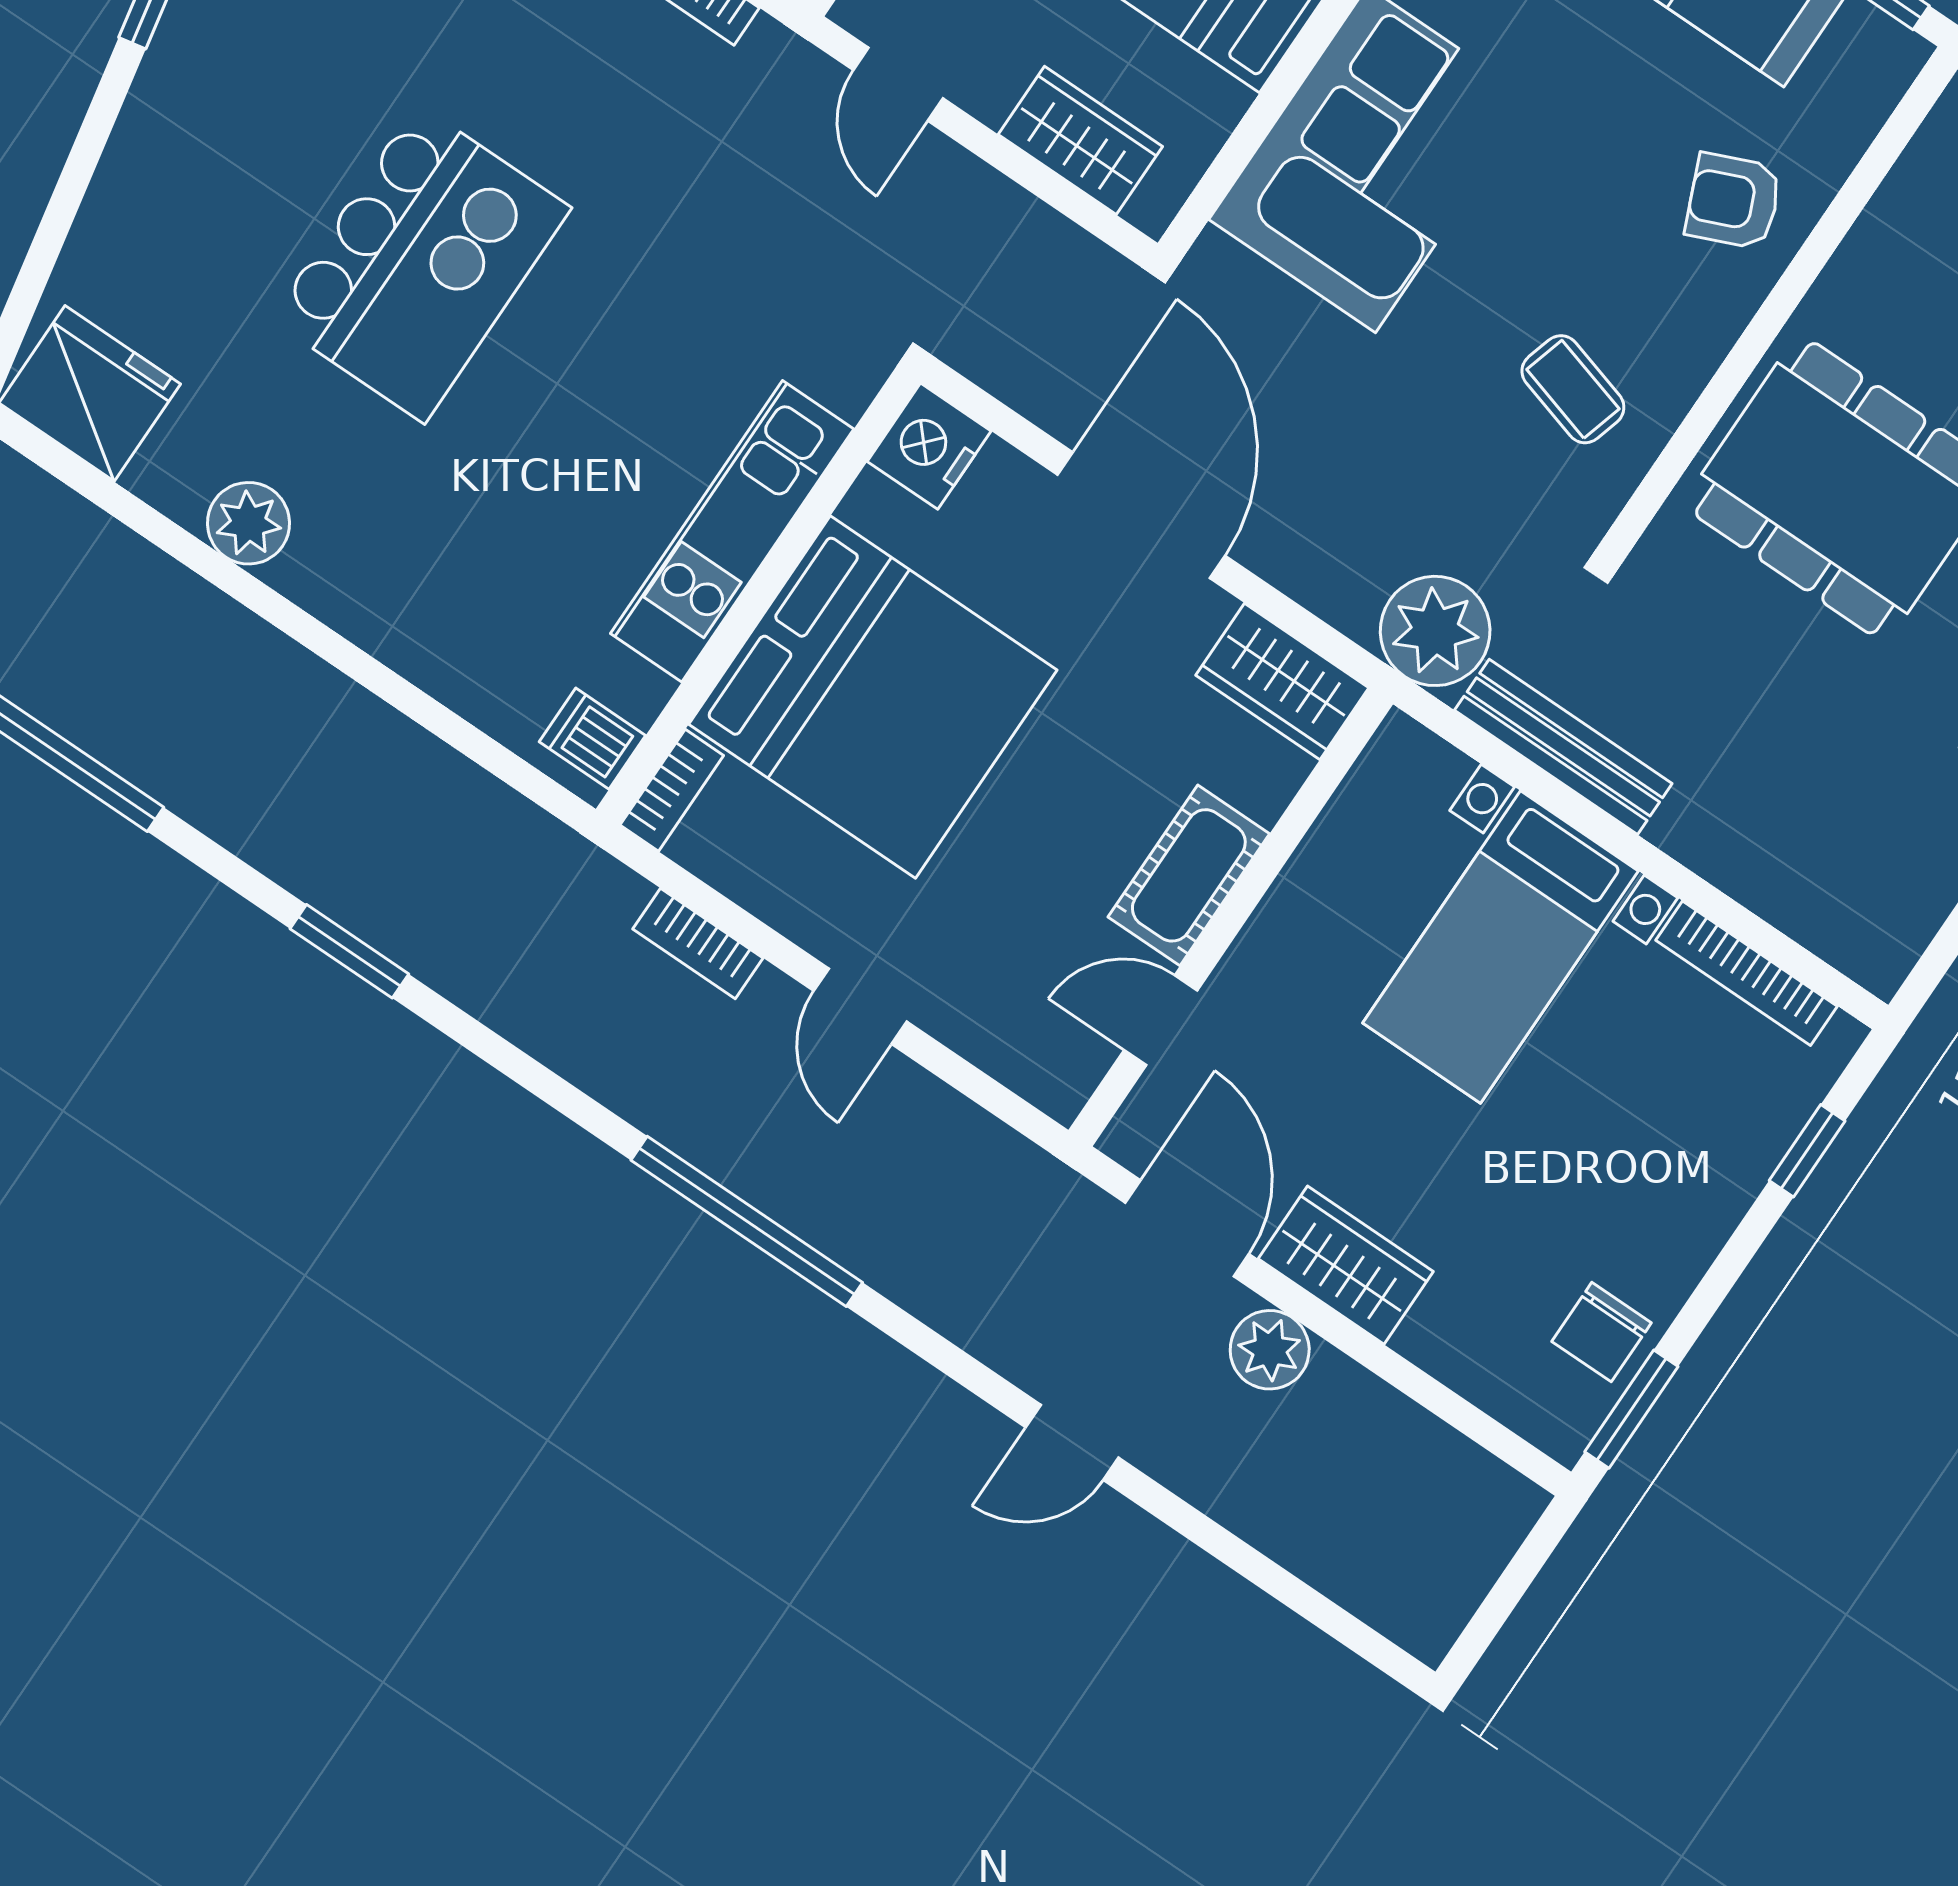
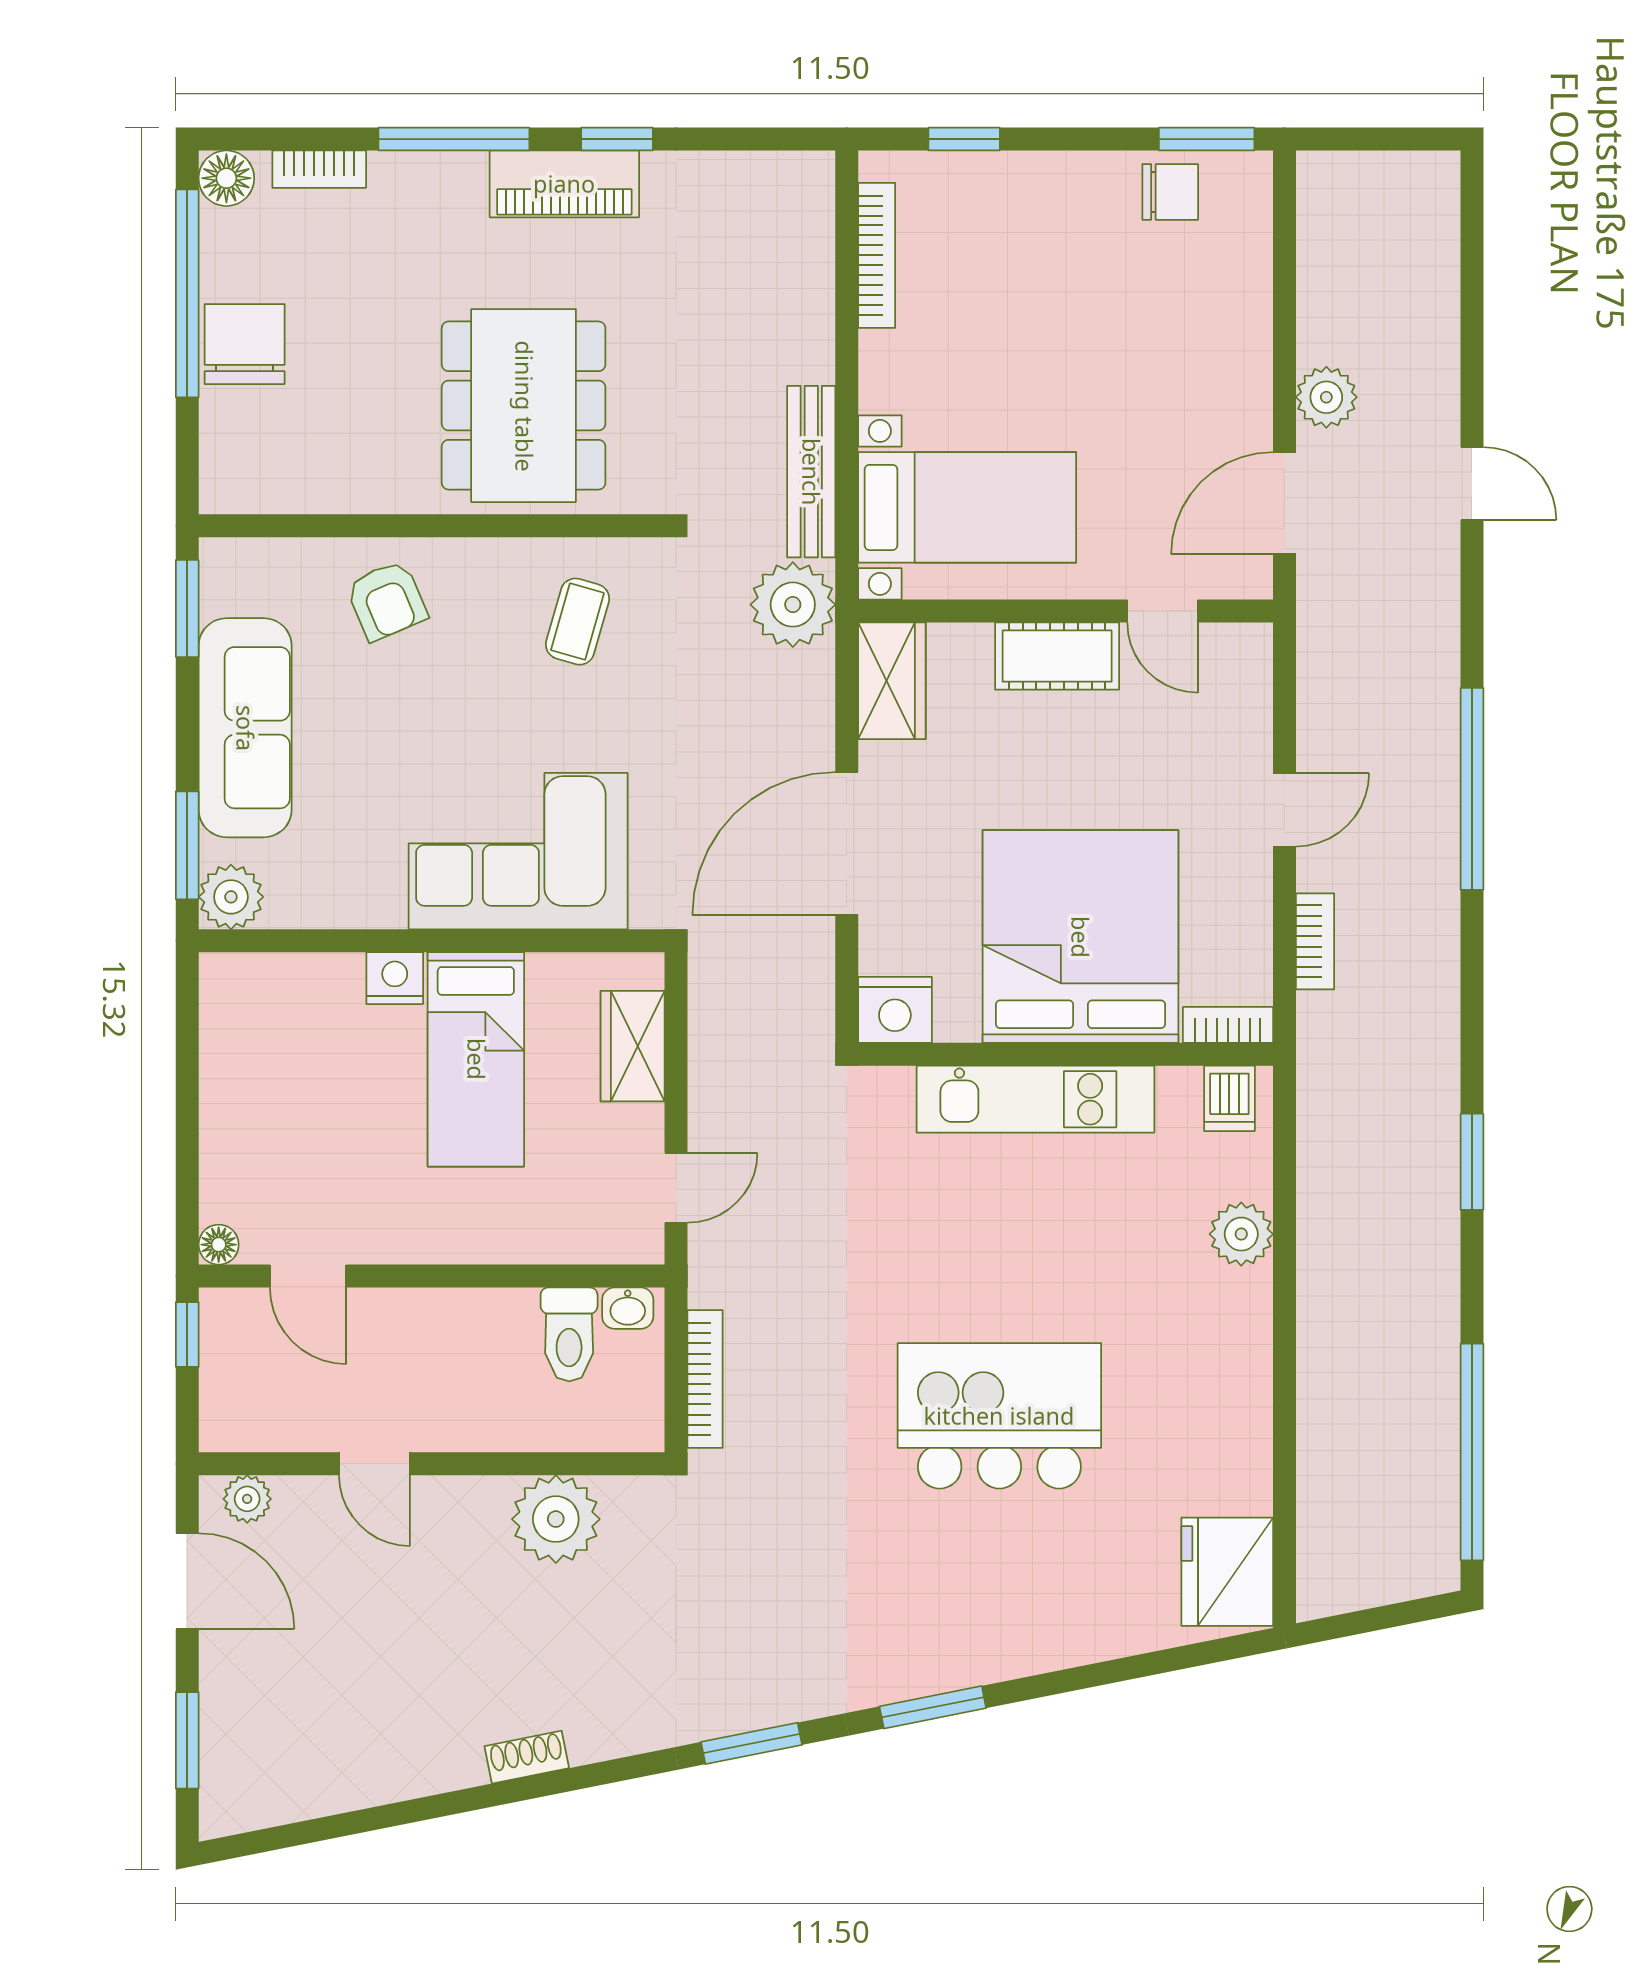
plant: (249, 523) -> (1241, 1234), moved
bed with nightstands: (1501, 947) -> (967, 507), moved
wardrobe: (1346, 1265) -> (1239, 385), removed

